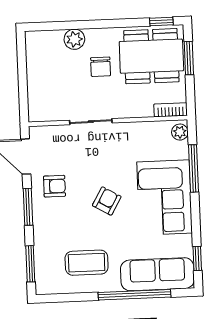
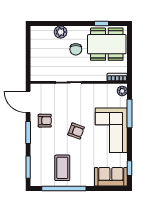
window: (161, 21) -> (101, 23), moved
window: (189, 58) -> (130, 46), removed
armchair: (107, 201) -> (76, 131), turned 80
coffee table: (87, 263) -> (62, 168), turned 90
sofa: (157, 274) -> (111, 177), width x0.73
window: (135, 295) -> (64, 189), moved

